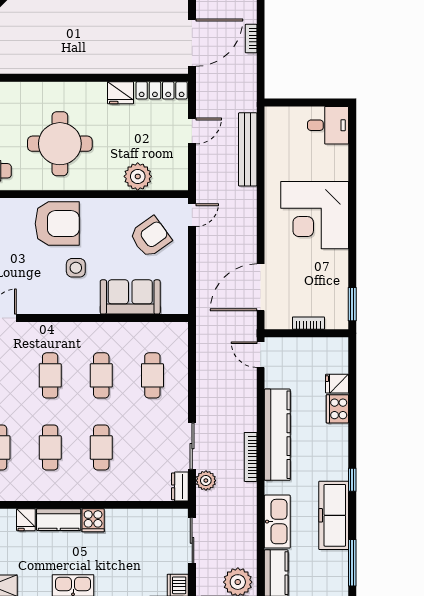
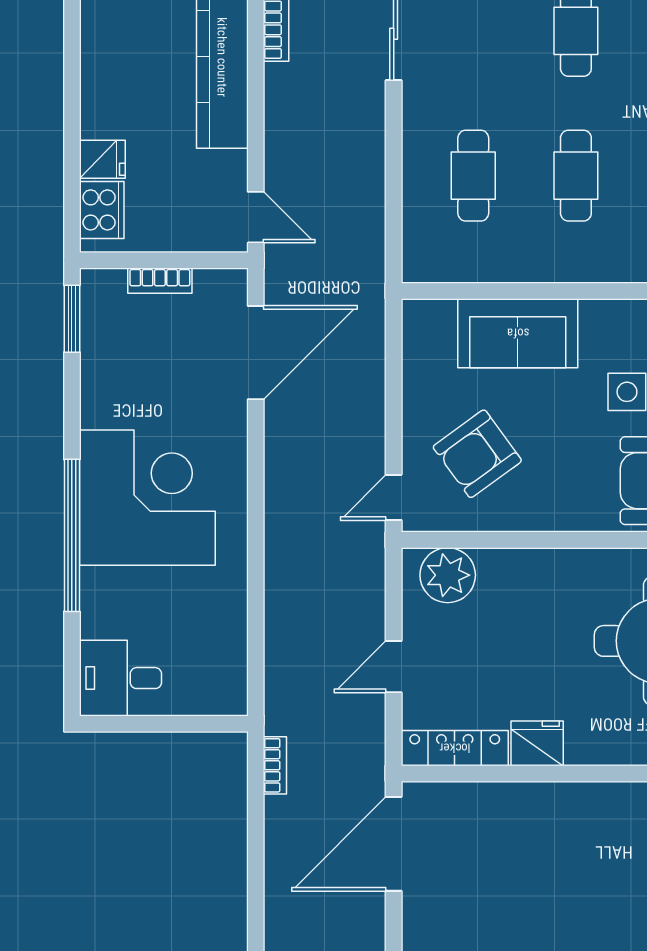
bookcase: (251, 39) -> (275, 765), moved
bench: (248, 149) -> (282, 630), removed
plant: (138, 176) -> (448, 575), moved
window: (352, 196) -> (72, 535), added
cooker: (337, 409) -> (102, 210), moved

